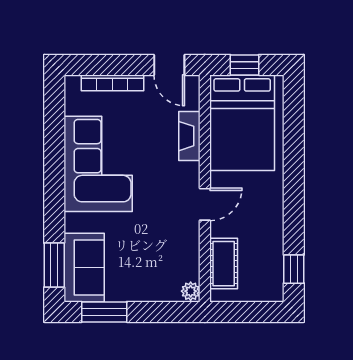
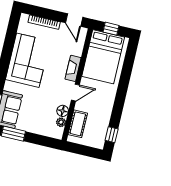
fireplace: (189, 136) -> (73, 68), moved
floor lamp: (189, 246) -> (63, 111), added
plant: (191, 291) -> (61, 122), moved

